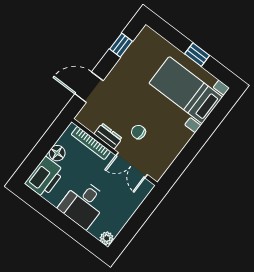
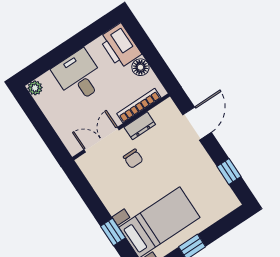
window: (208, 127) -> (113, 232), added
chair: (138, 132) -> (133, 159), turned 90

